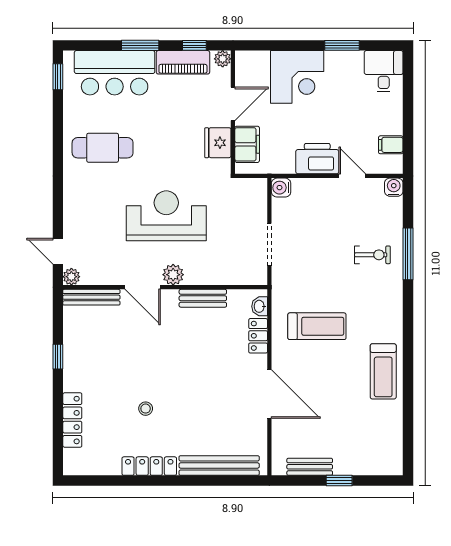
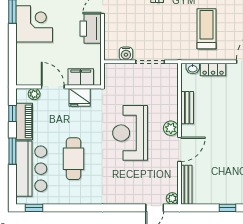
plant: (223, 59) -> (34, 94), moved
corner desk: (297, 77) -> (34, 24), moved
cafe table: (103, 148) -> (73, 159), moved
water cooler: (281, 188) -> (126, 54), moved

